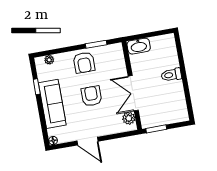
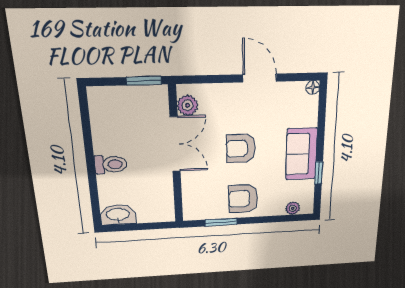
washbasin: (139, 46) -> (118, 215), moved
armchair: (84, 63) -> (243, 199), turned -90
armchair: (91, 96) -> (241, 148), turned 90
sofa: (52, 104) -> (301, 154), width x0.73

